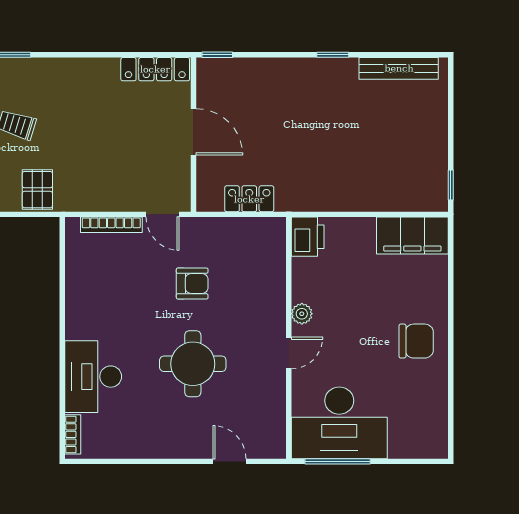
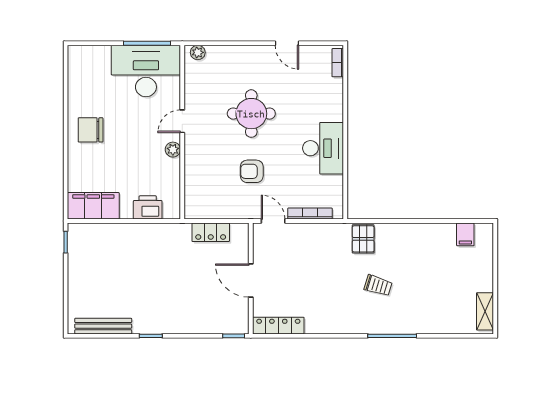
printer: (308, 237) -> (148, 207), moved, turned 90
desk: (93, 377) -> (323, 148), moved
plant: (267, 449) -> (198, 52), added
door: (230, 461) -> (287, 43), moved

